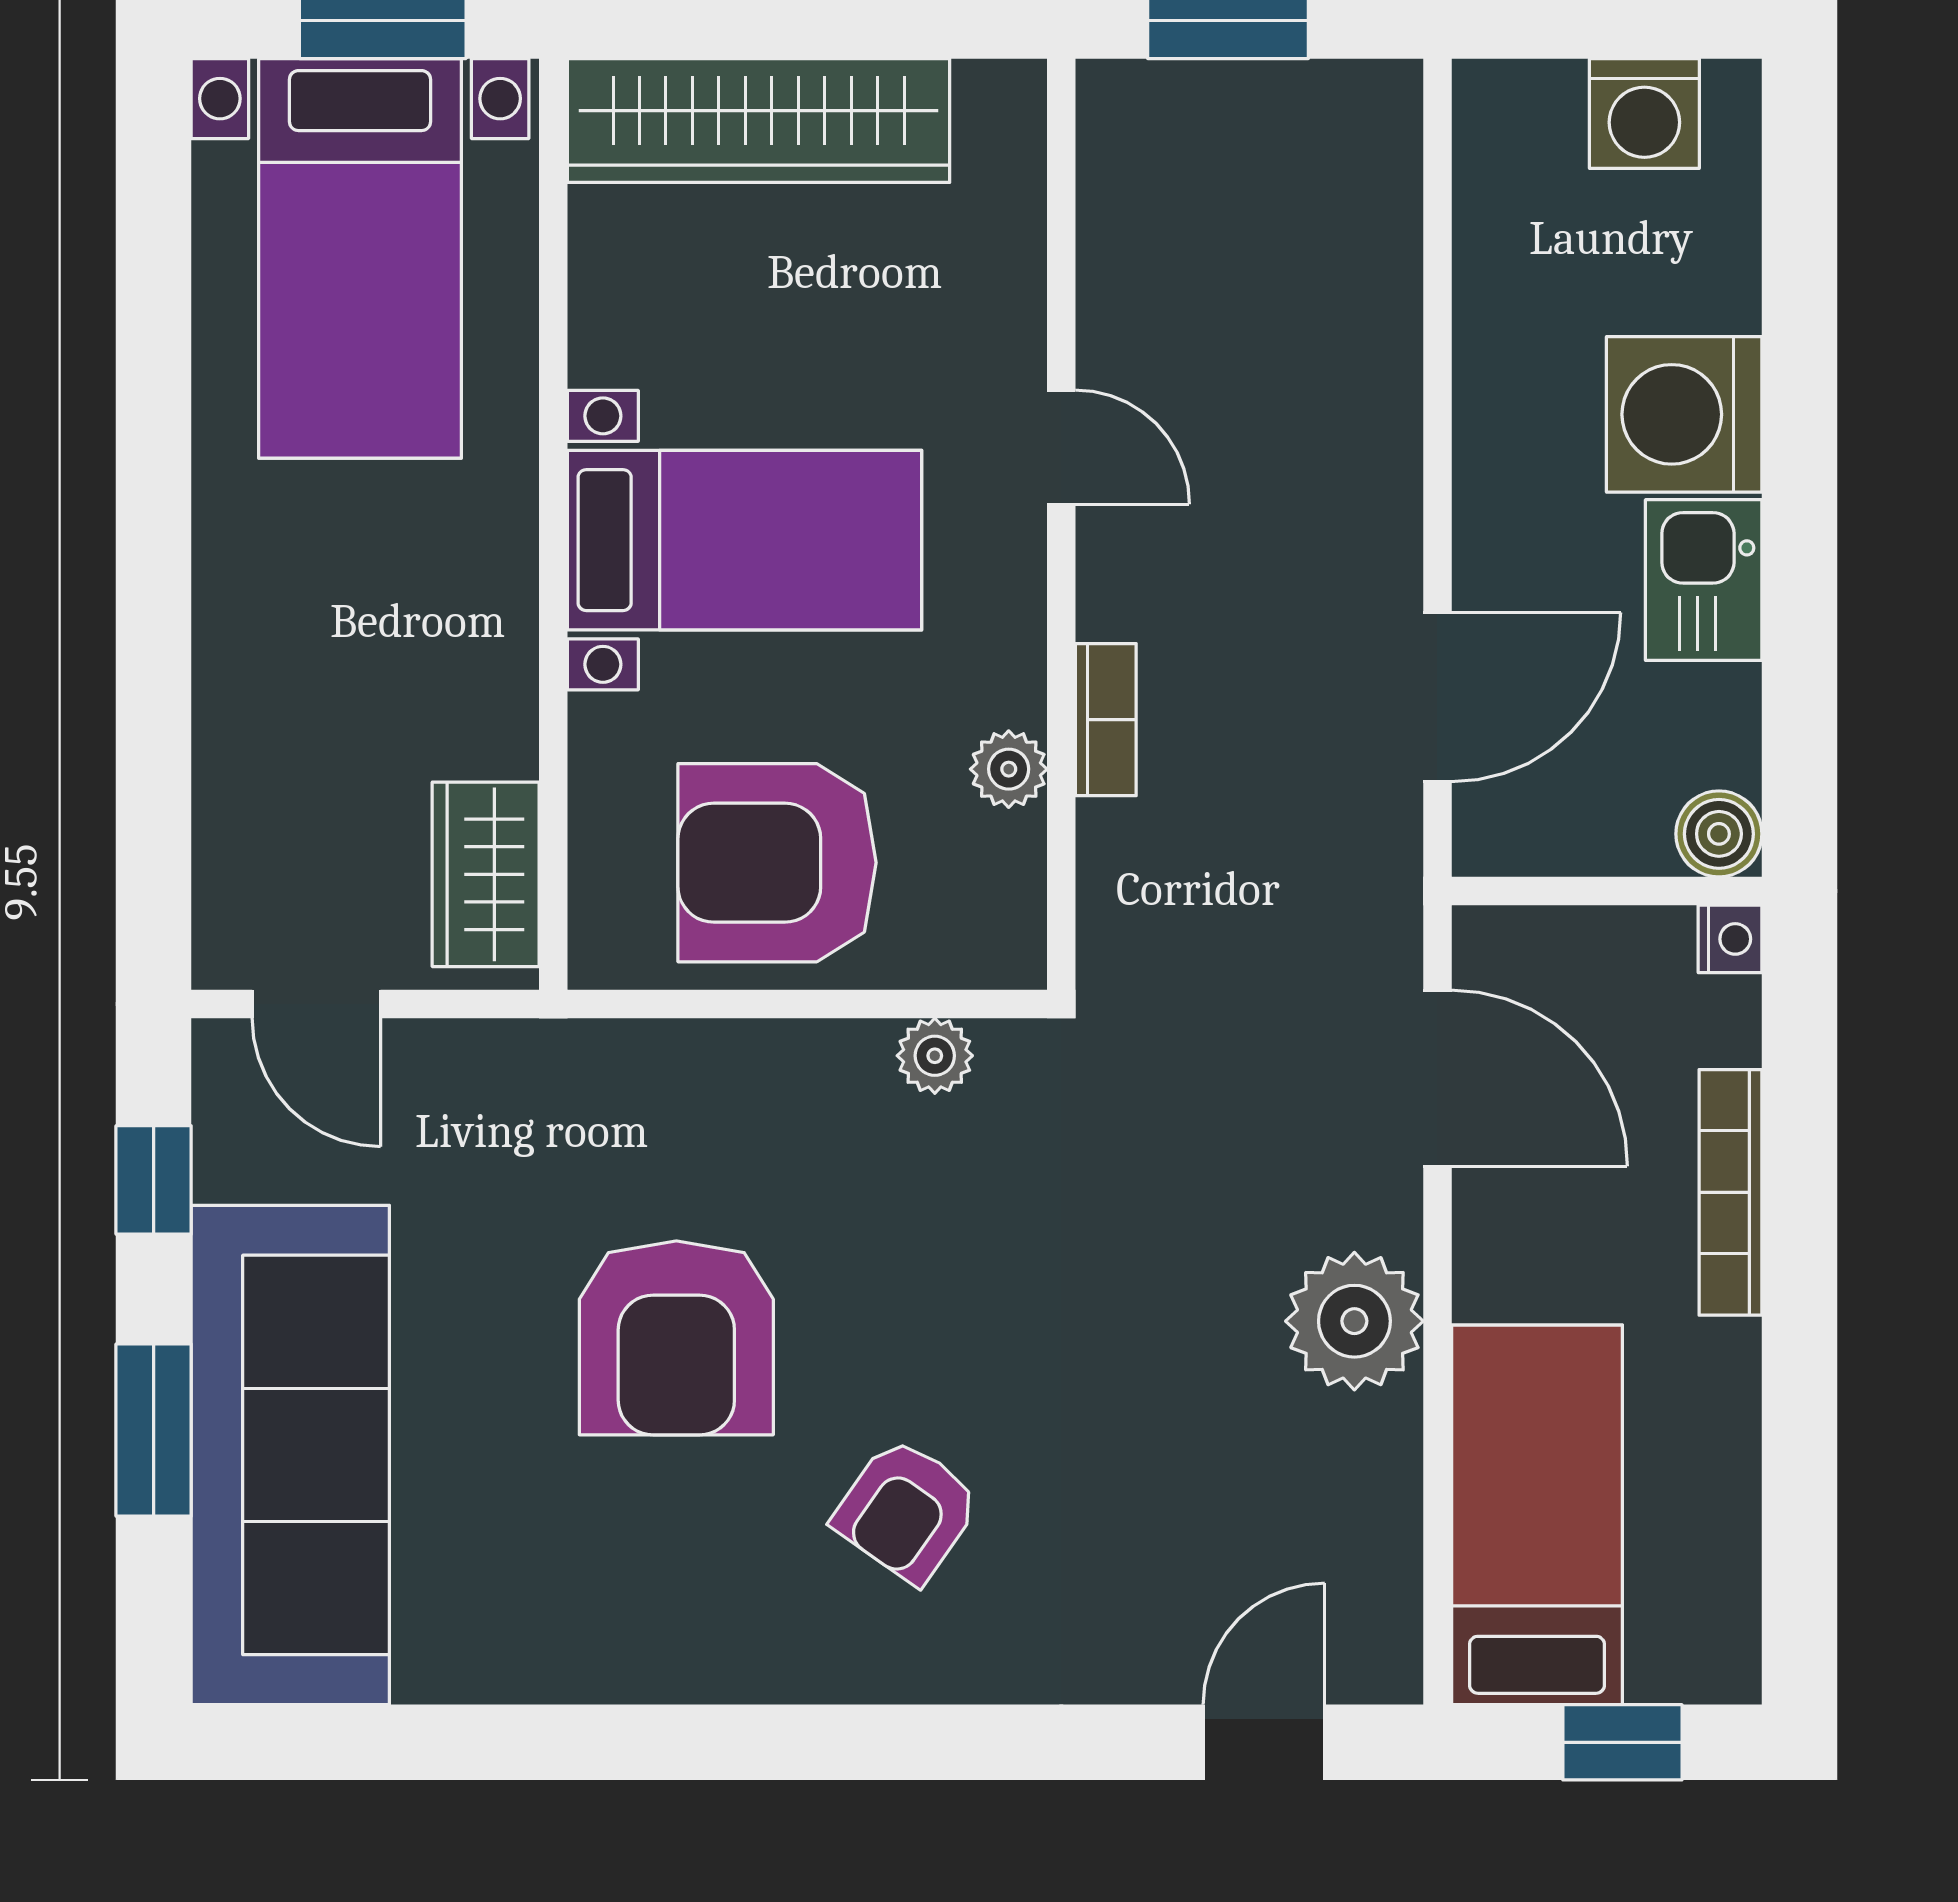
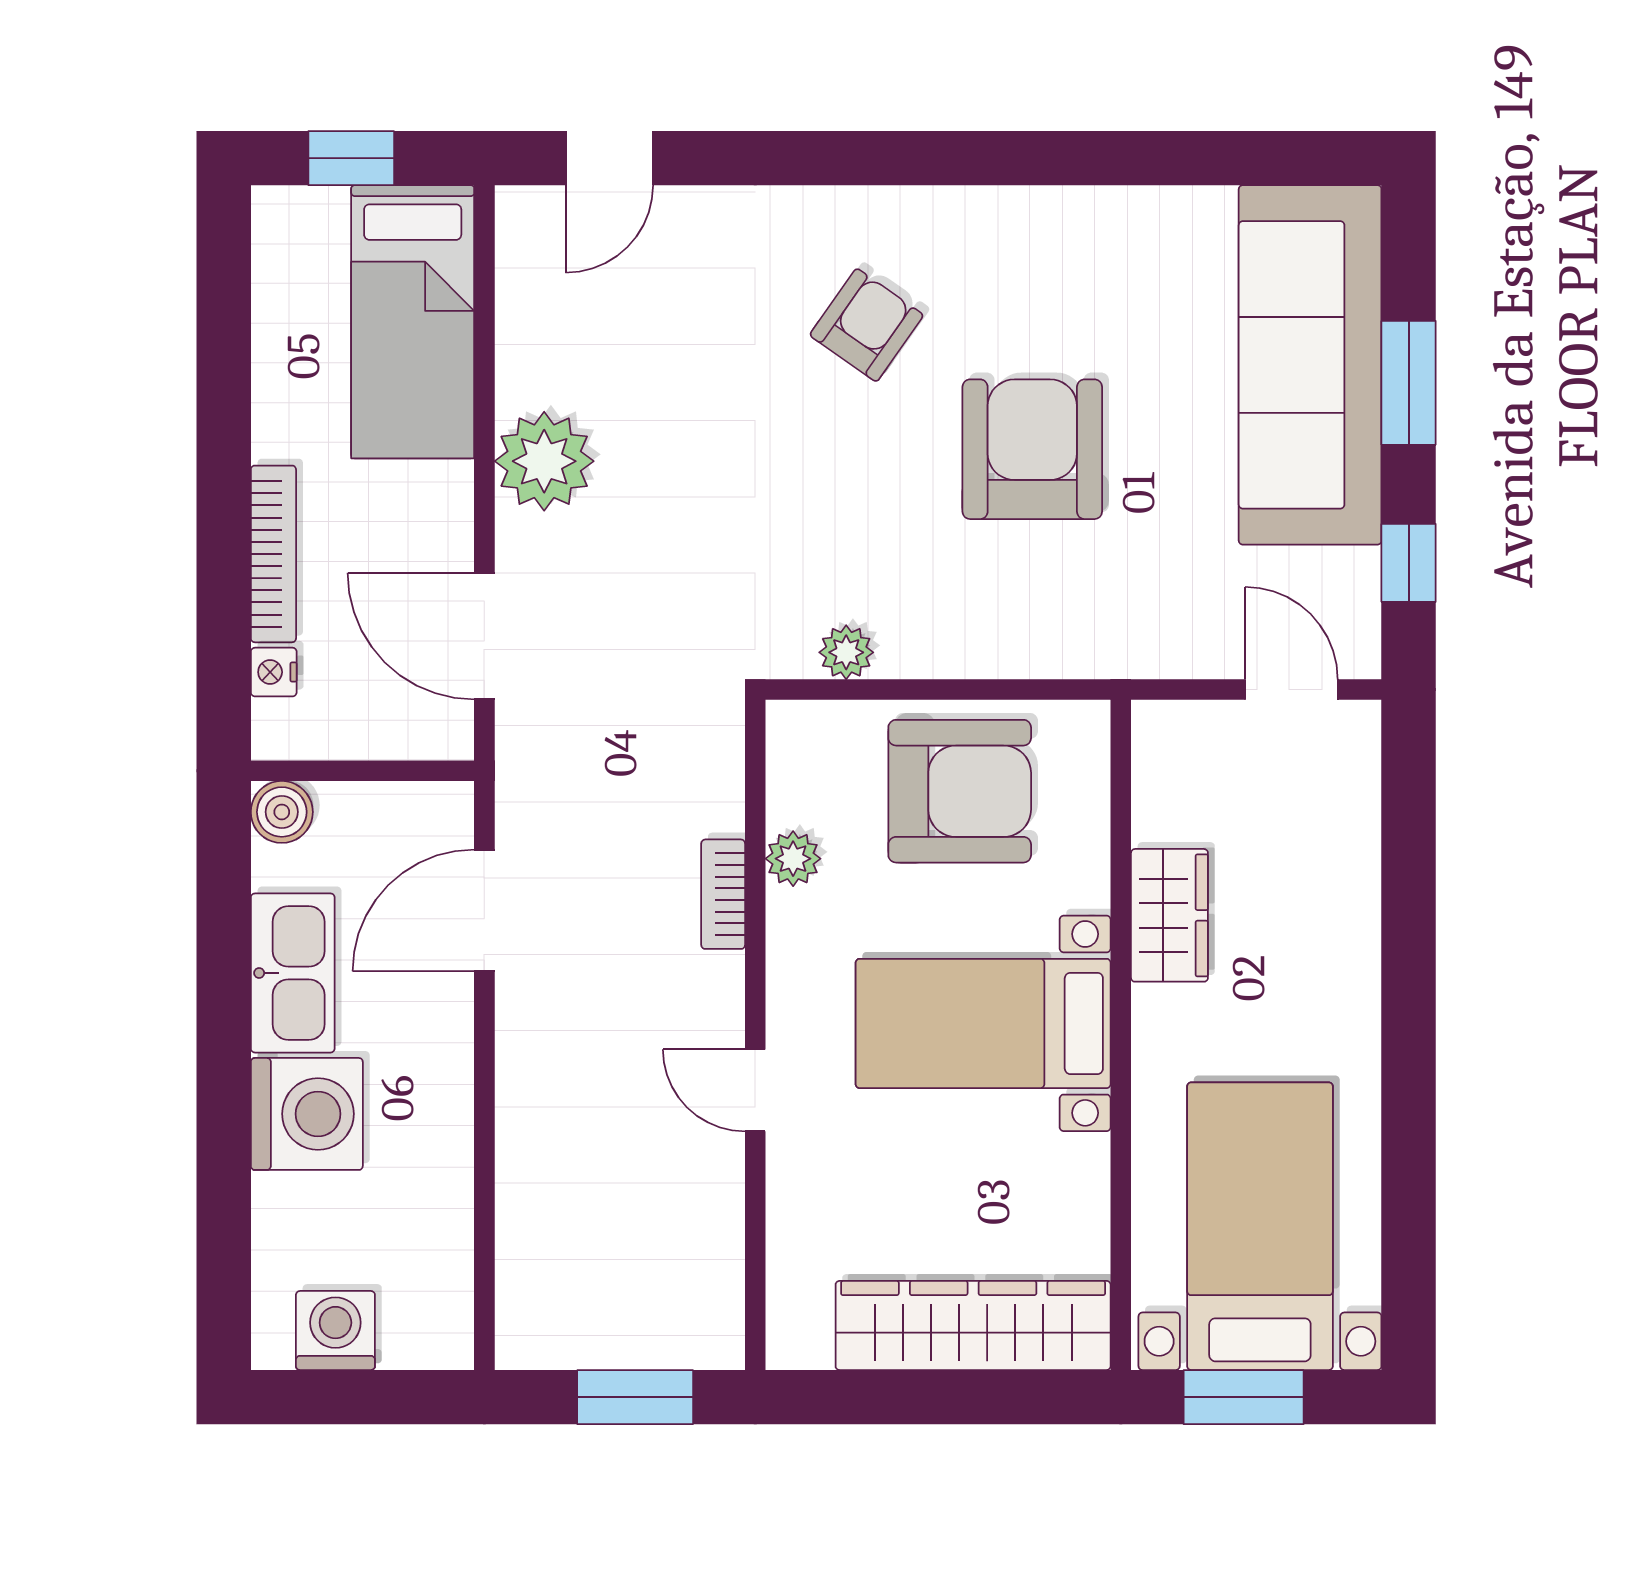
kitchen sink: (1704, 580) -> (293, 973), width x1.38
wardrobe: (486, 874) -> (1169, 915), moved
nightstand: (1730, 939) -> (274, 672), moved

